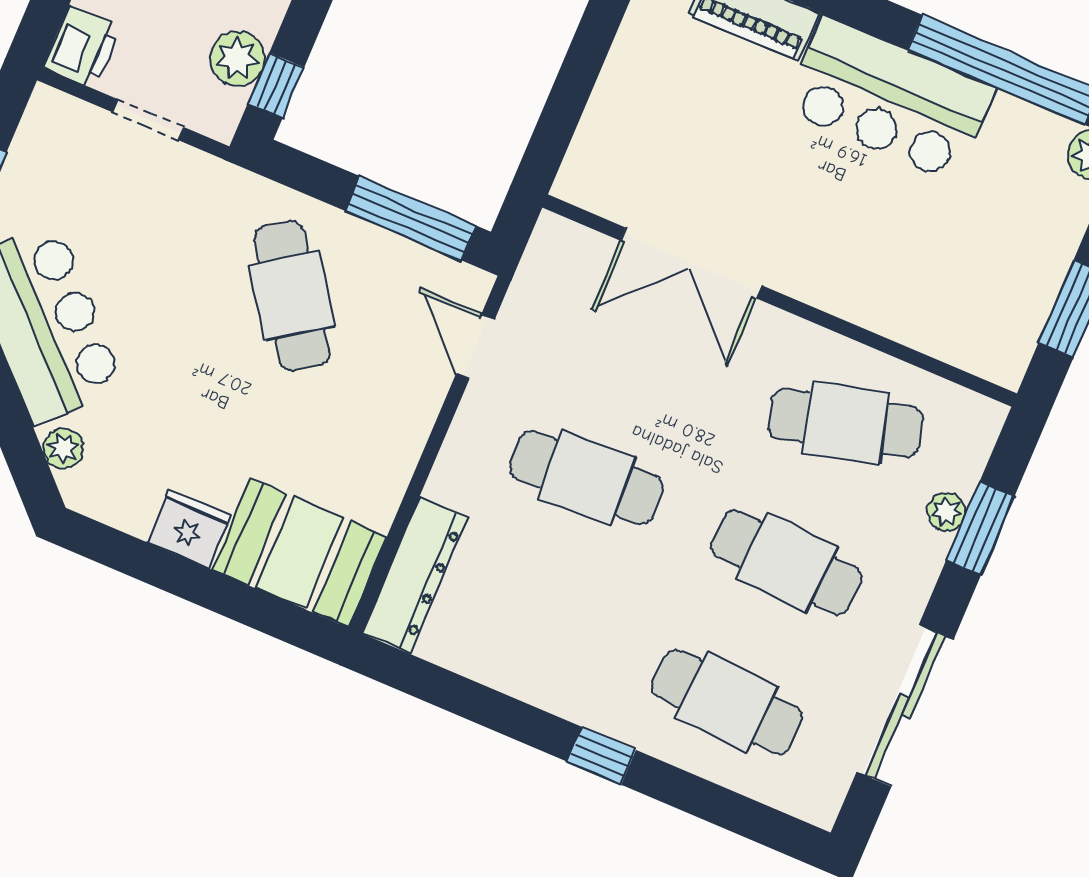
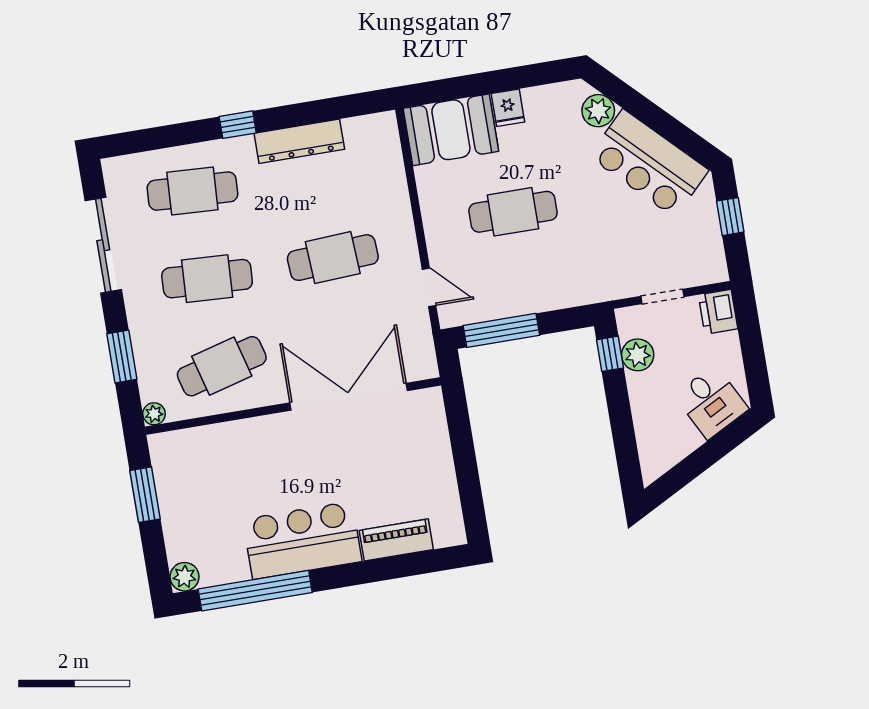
double door: (691, 263) -> (349, 397), width x1.36
cafe table: (292, 296) -> (513, 212), moved, turned -55
plant: (63, 448) -> (598, 111), width x1.38, depth x1.38
plant: (946, 512) -> (154, 414), moved
fridge: (189, 529) -> (508, 108), width x0.72
dresser: (415, 575) -> (299, 141), moved, turned -90

